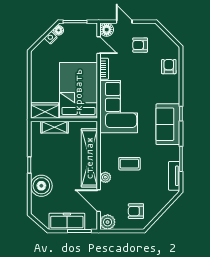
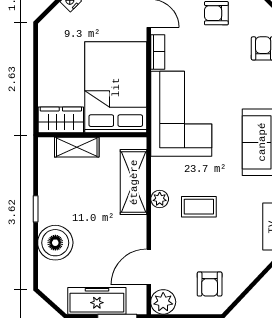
shelving: (89, 158) -> (134, 182), width x0.68
plant: (105, 177) -> (160, 199), moved
door: (99, 201) -> (149, 267), hinge flipped
armchair: (136, 211) -> (210, 284), turned -90

